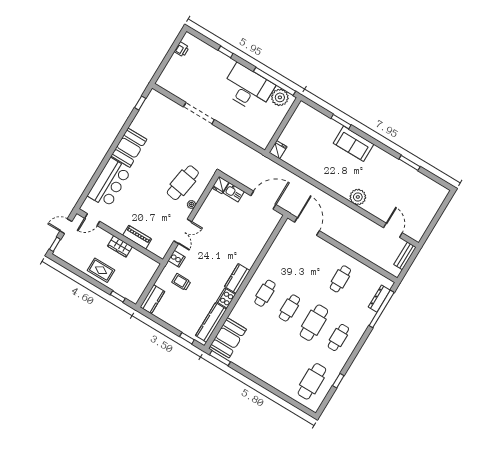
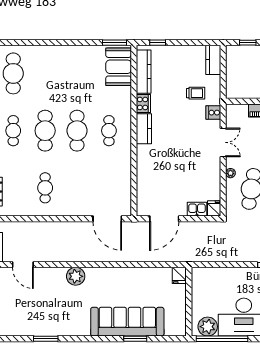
sofa: (353, 144) -> (127, 322), width x1.85, depth x1.27
double door: (183, 231) -> (223, 142), swing flipped
cafe table: (289, 308) -> (77, 131), width x1.37, depth x1.35

